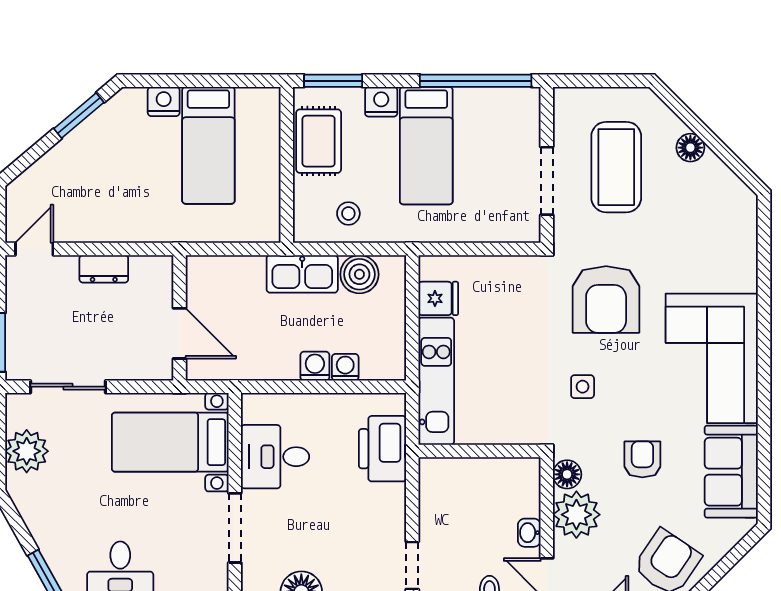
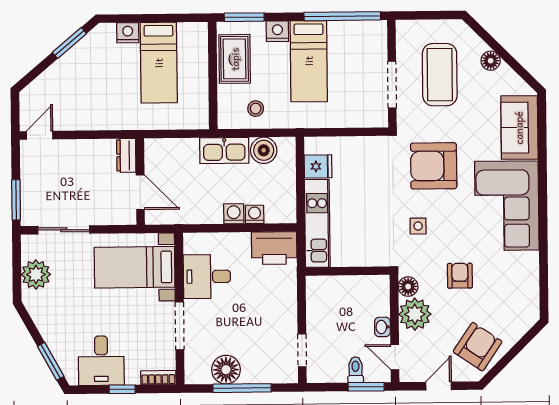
dresser: (104, 269) -> (126, 155), moved, turned 90
armchair: (606, 300) -> (434, 166), turned 90
printer: (382, 449) -> (274, 248), moved, turned -90
sofa: (731, 472) -> (519, 128), moved

